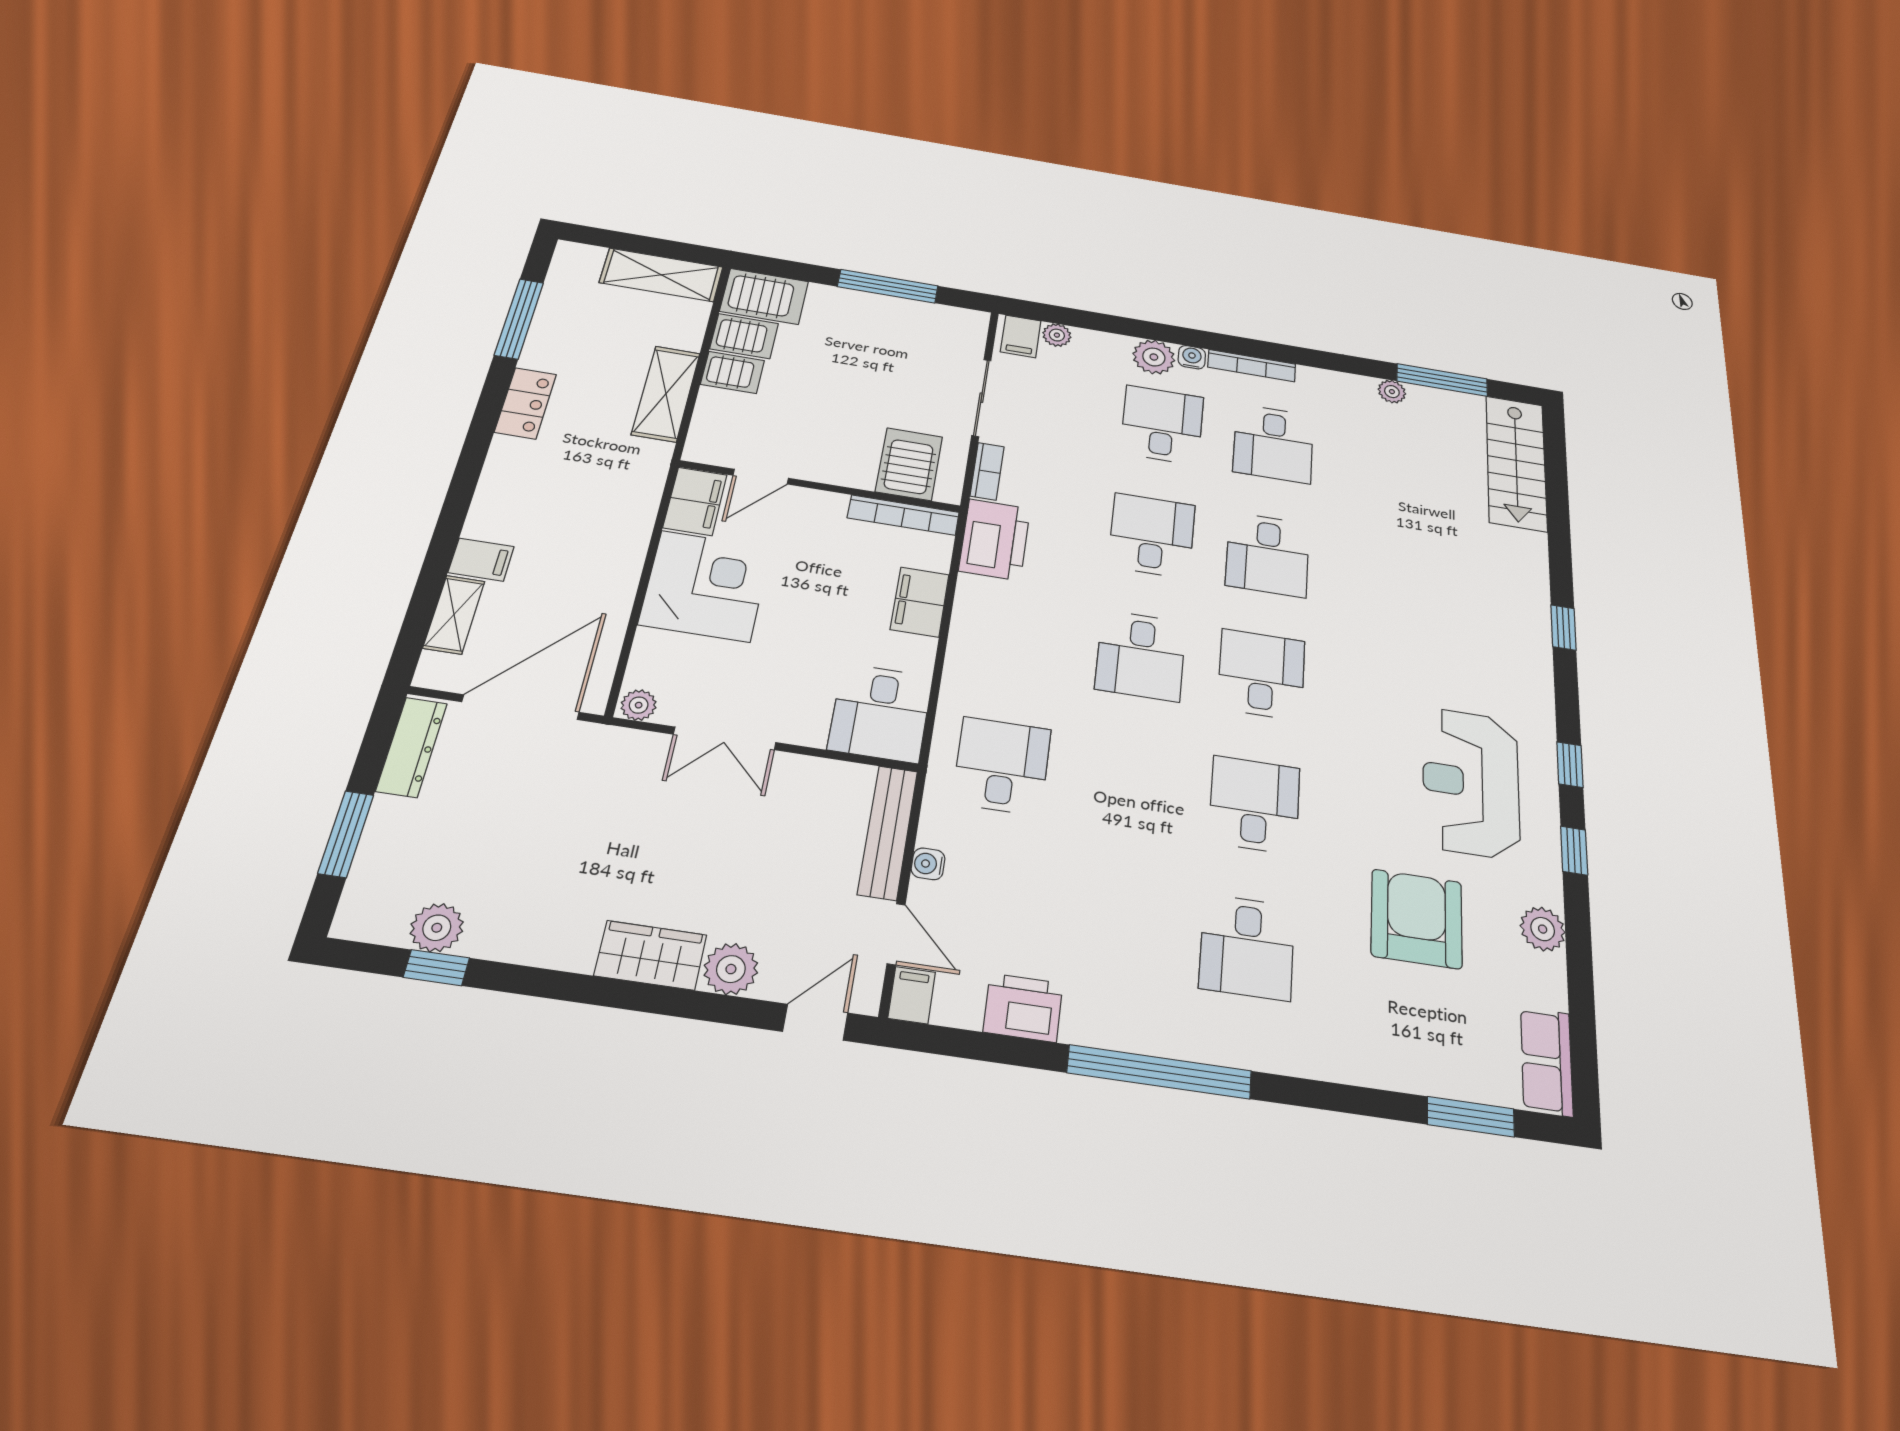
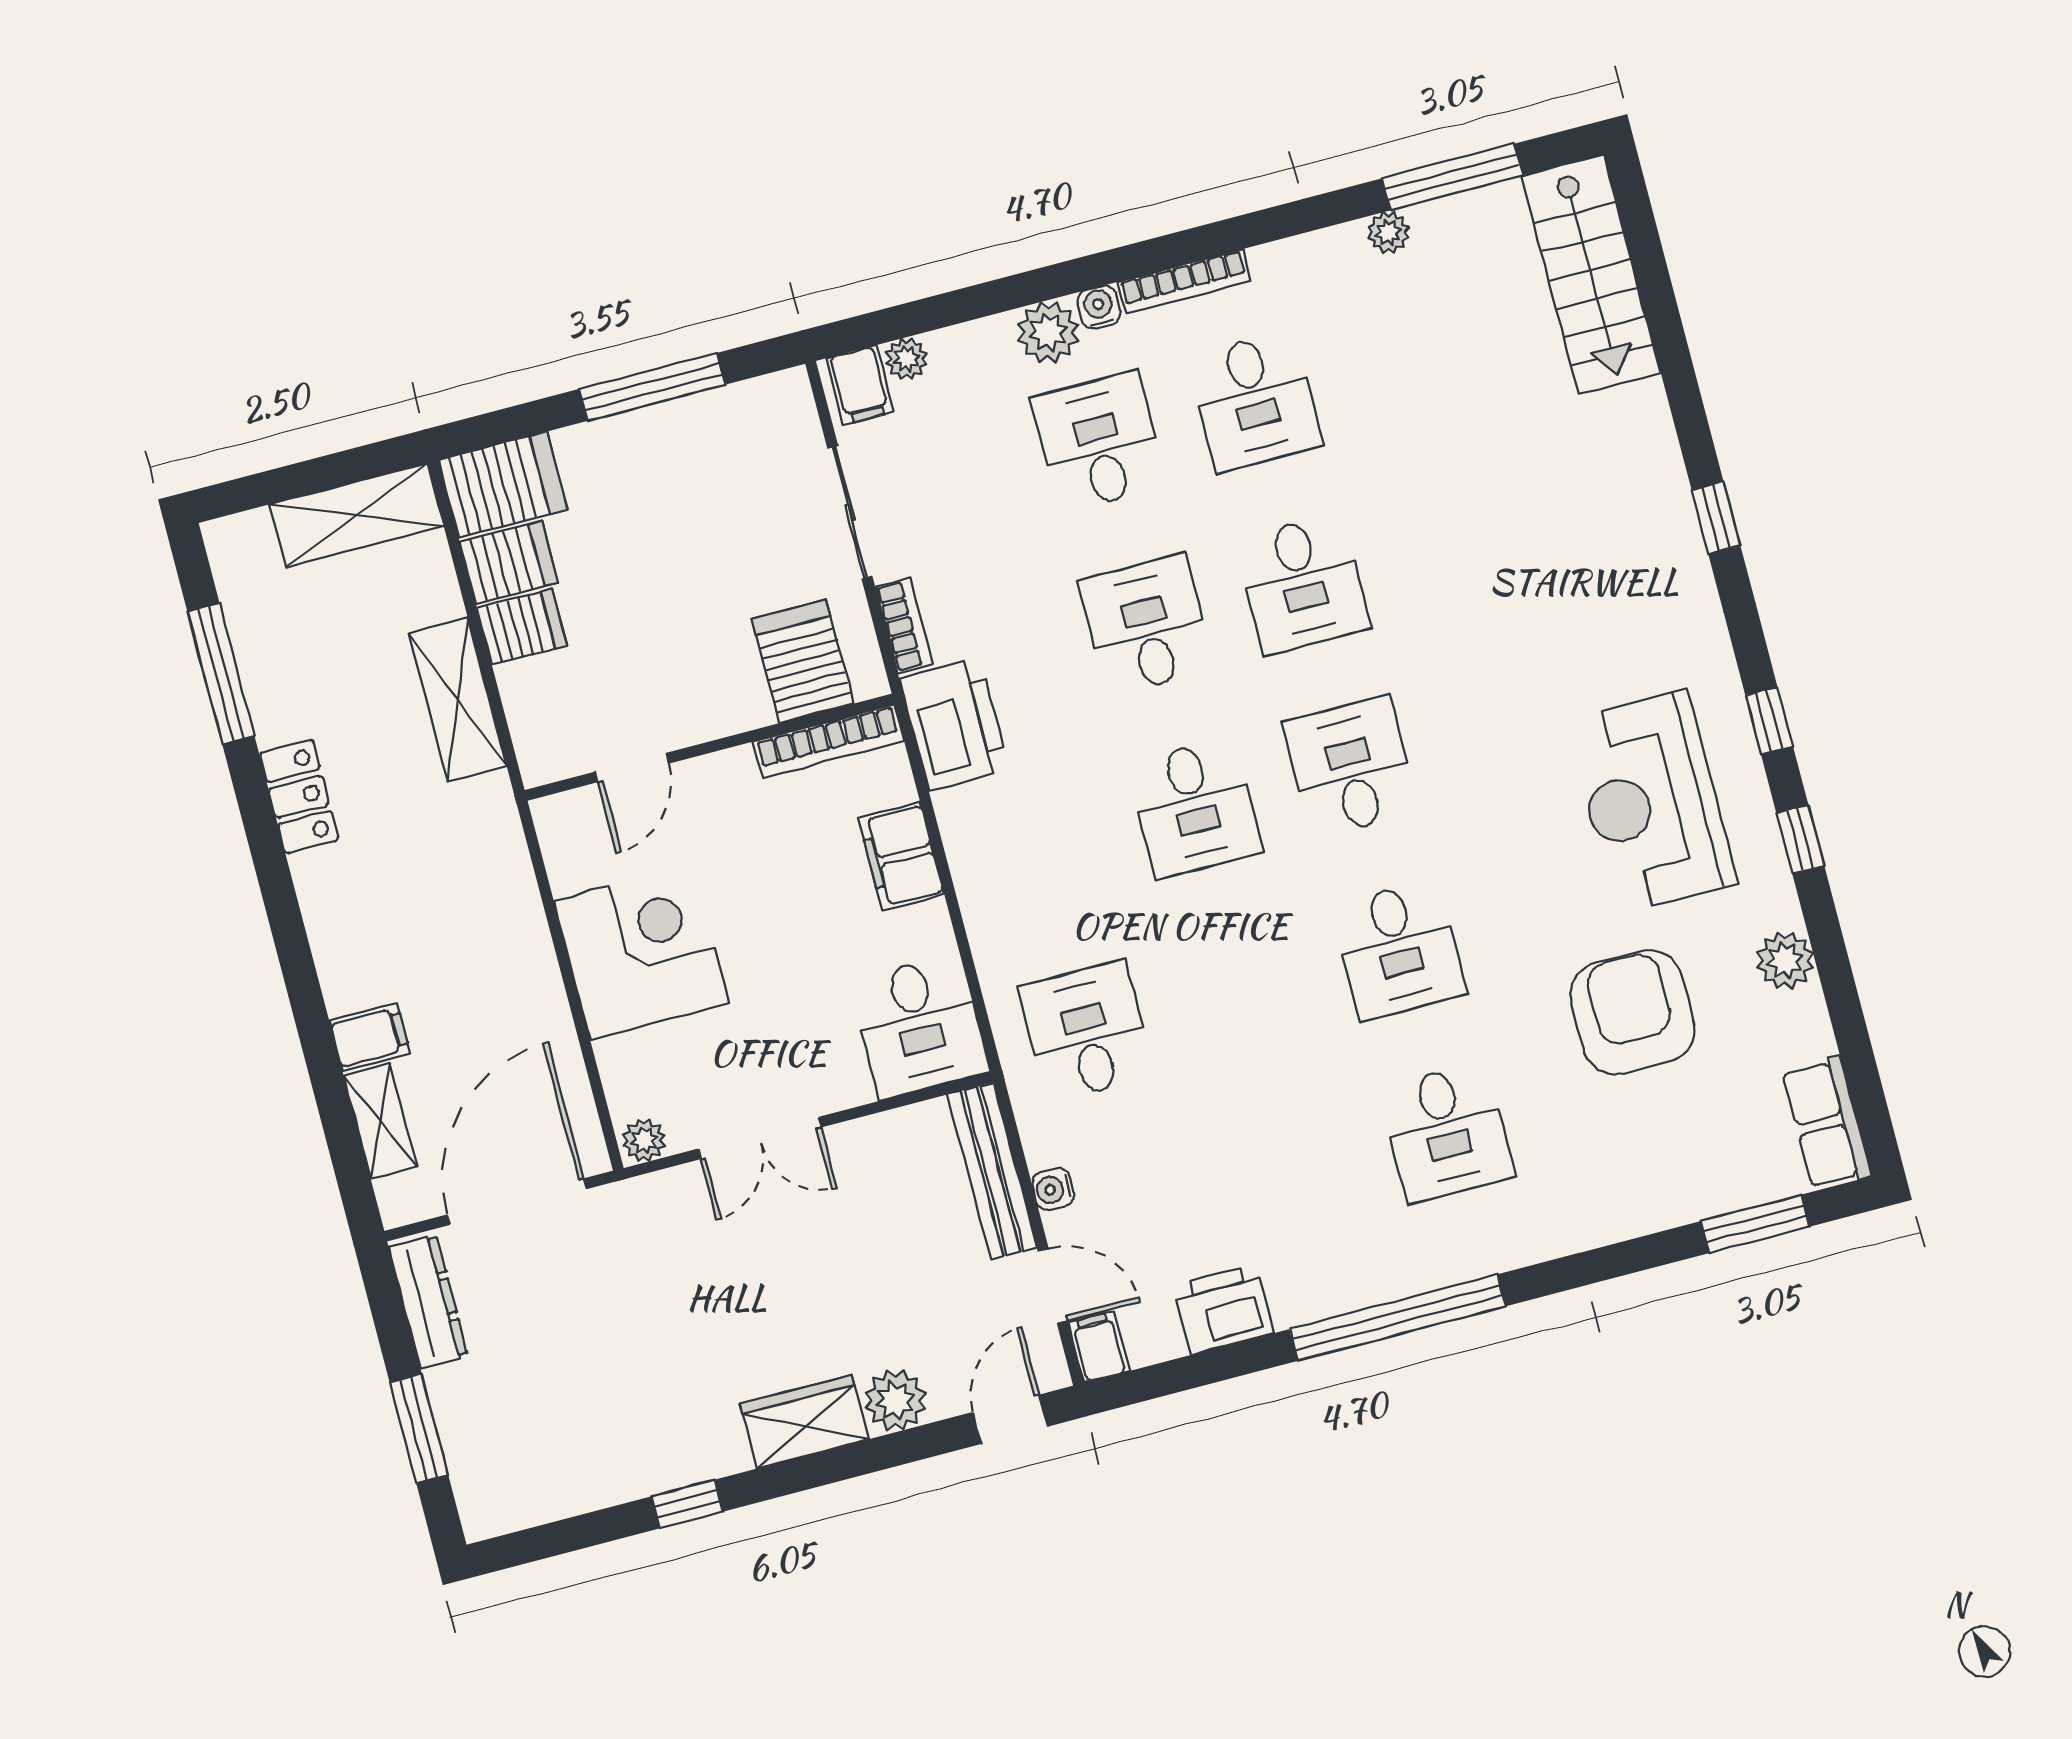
filing cabinet: (695, 501) -> (572, 841), removed
desk: (1254, 805) -> (1399, 950), turned 180
plant: (437, 928) -> (570, 1487), removed
window: (436, 968) -> (687, 1504), moved

